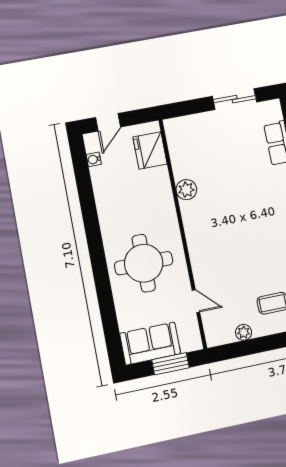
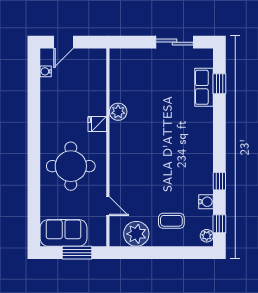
fridge: (150, 150) -> (97, 124), moved, width x0.53, depth x0.75
plant: (244, 332) -> (136, 234), width x1.88, depth x1.88

